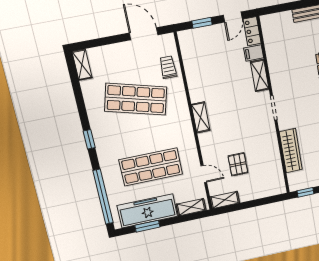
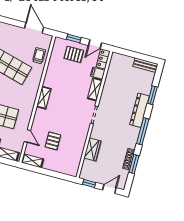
pallet: (212, 44) -> (74, 54), added
wardrobe: (291, 151) -> (92, 149), width x0.67

